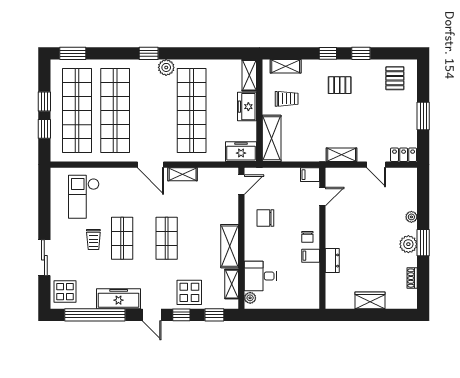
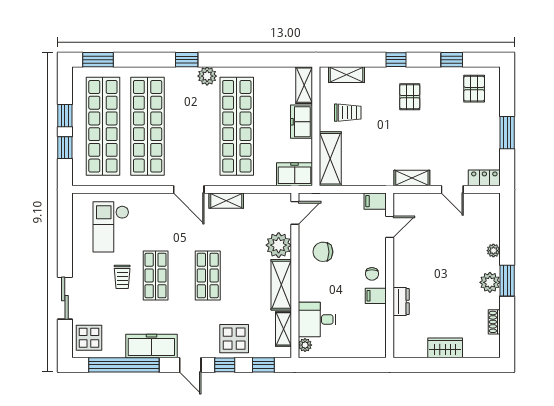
window: (361, 53) -> (452, 60), moved
pallet: (340, 85) -> (410, 97), turned 90
plant: (227, 212) -> (279, 245), added

